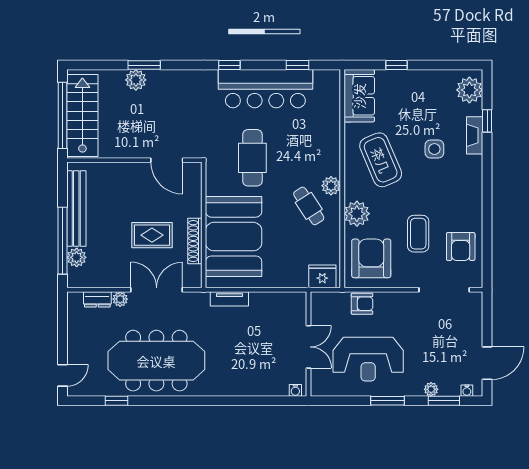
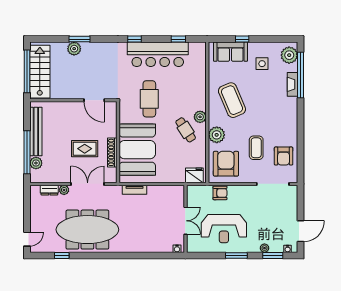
sofa: (359, 96) -> (230, 52), moved, turned 90
window: (487, 121) -> (301, 75), width x3.17
side table: (434, 149) -> (262, 64), moved

